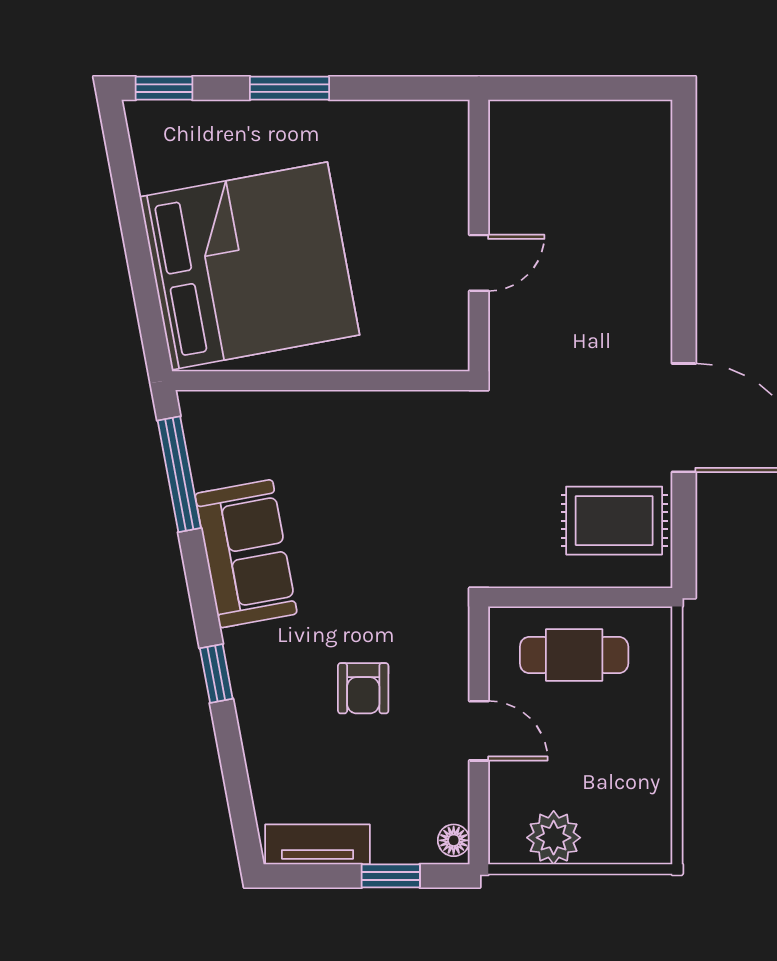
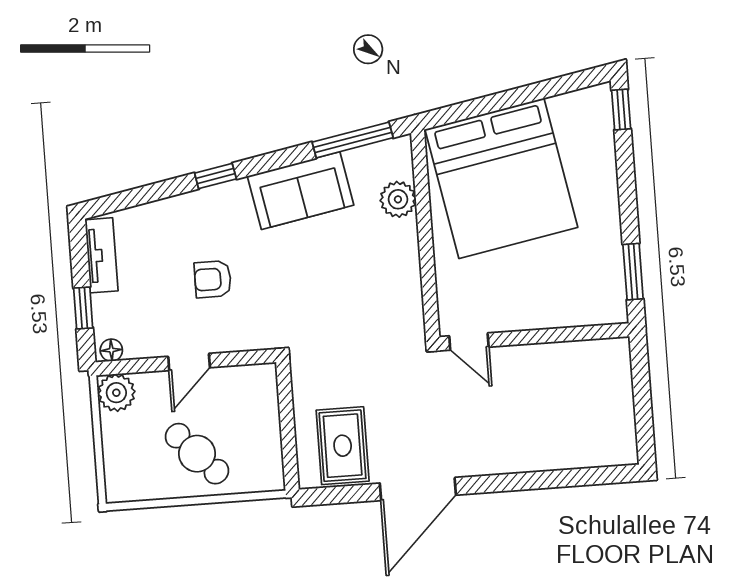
window: (289, 88) -> (633, 272), moved
door: (479, 263) -> (469, 341), moved
plant: (269, 416) -> (398, 199), added
cafe table: (574, 655) -> (197, 454), moved, turned -43
plant: (554, 838) -> (116, 393), moved

